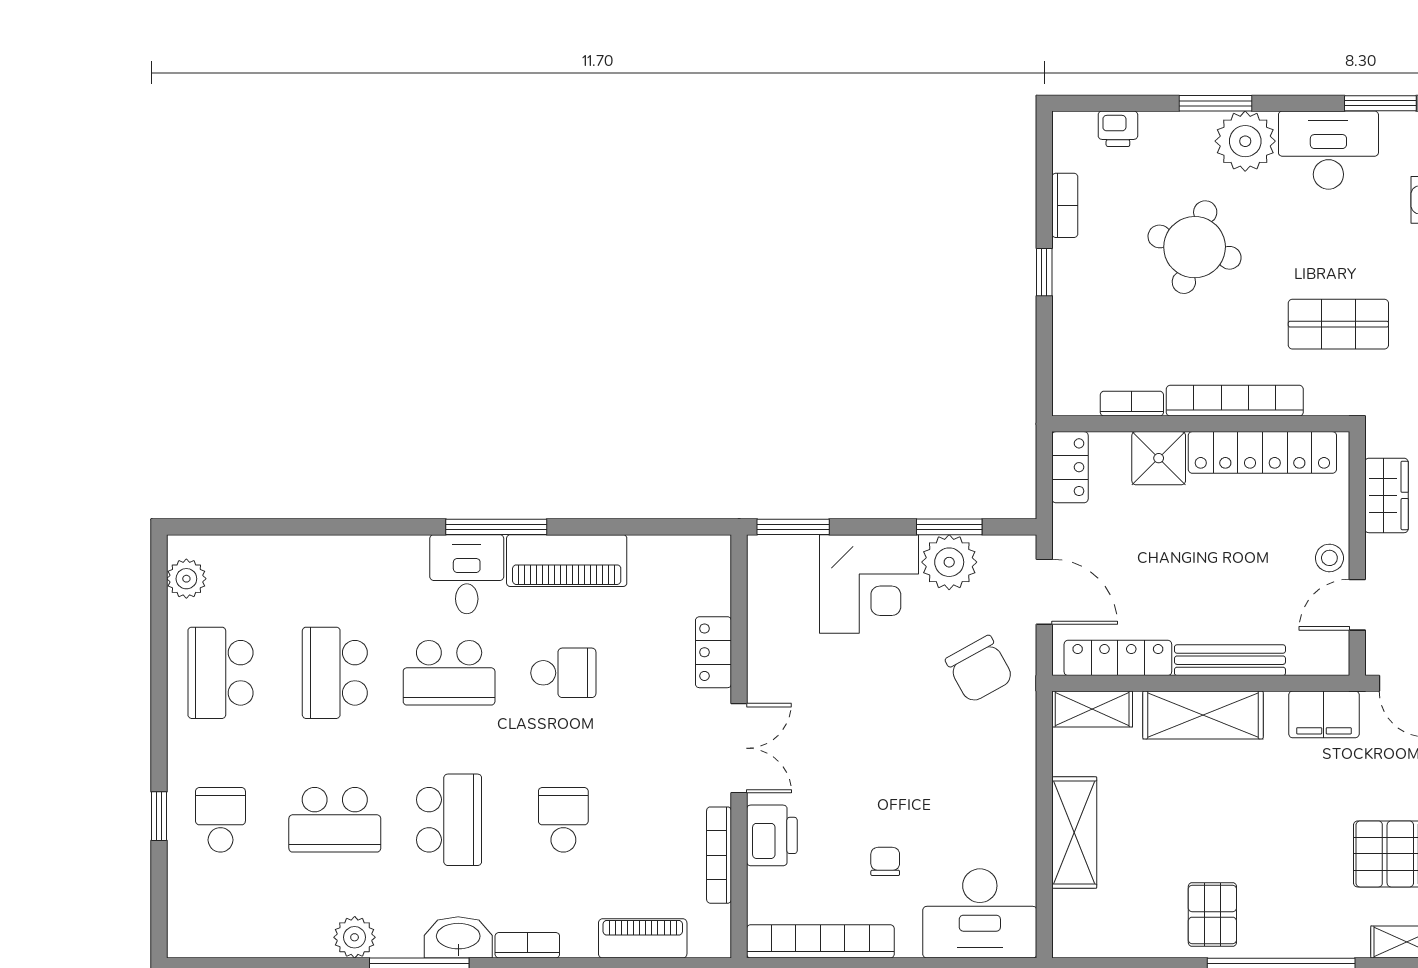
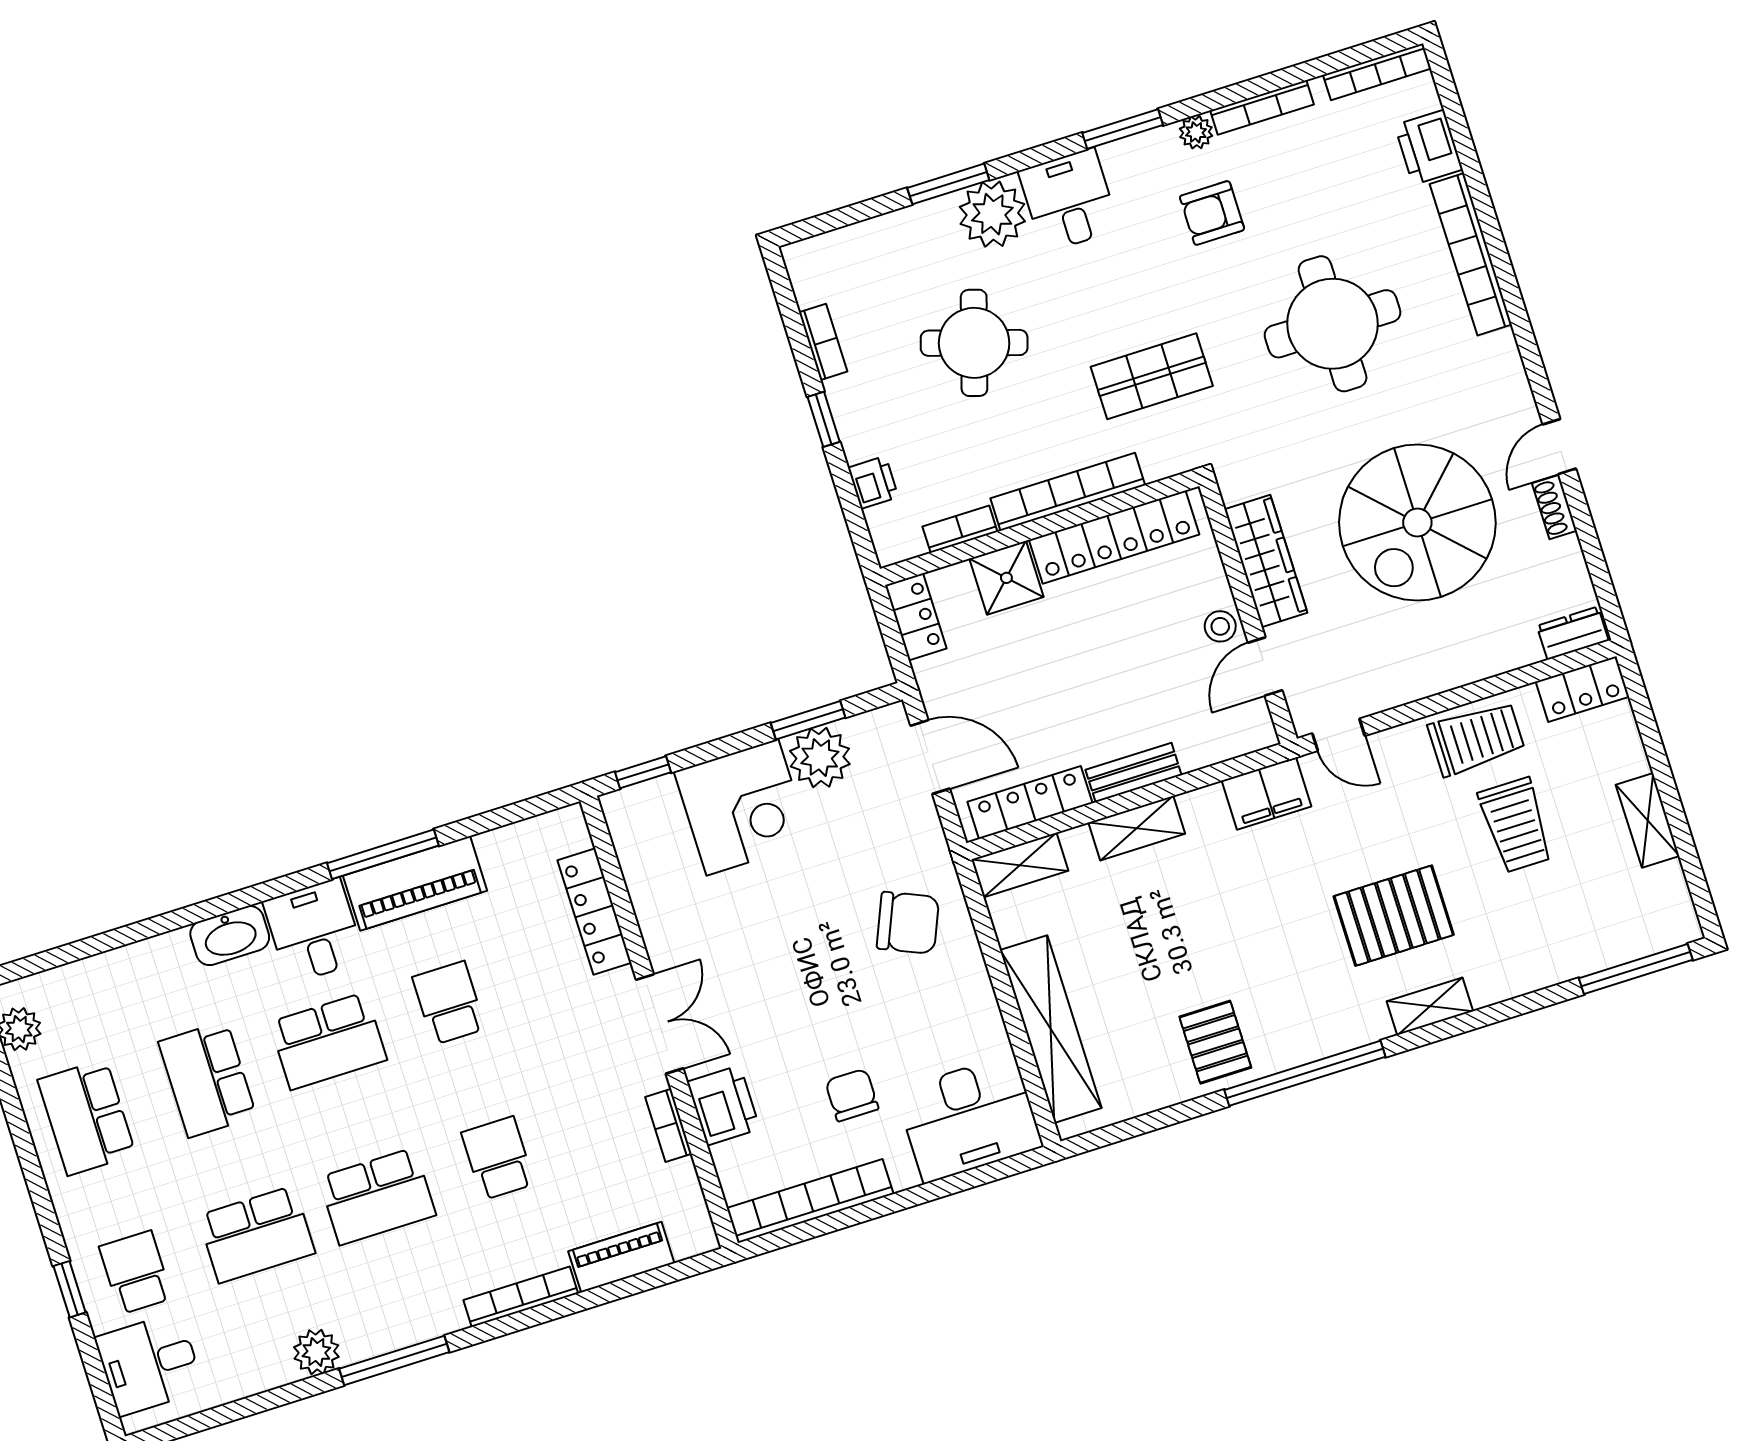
printer: (1118, 129) -> (873, 482), moved, turned -90
desk: (1328, 150) -> (1069, 200), width x0.73
wardrobe: (1386, 495) -> (1266, 561), width x1.50
window: (496, 527) -> (383, 854), moved
window: (793, 527) -> (643, 772), width x0.67
locker: (713, 652) -> (594, 911), width x1.53
bench: (1230, 660) -> (1134, 772), width x0.73
chair: (979, 669) -> (908, 923), moved, turned -38
school desk: (563, 673) -> (449, 1003), turned -90
shelving: (1203, 715) -> (1137, 828), width x0.67, depth x0.75
school desk: (449, 820) -> (377, 1196), turned 90
shelving: (1074, 833) -> (1051, 1029), width x1.47
bookcase: (719, 855) -> (668, 1125), width x0.64
chair: (885, 861) -> (852, 1095), width x1.37, depth x1.37
desk: (208, 902) -> (149, 1364), added
washbasin: (458, 937) -> (230, 936), moved, turned 180
bookcase: (527, 945) -> (521, 1297), width x1.56

